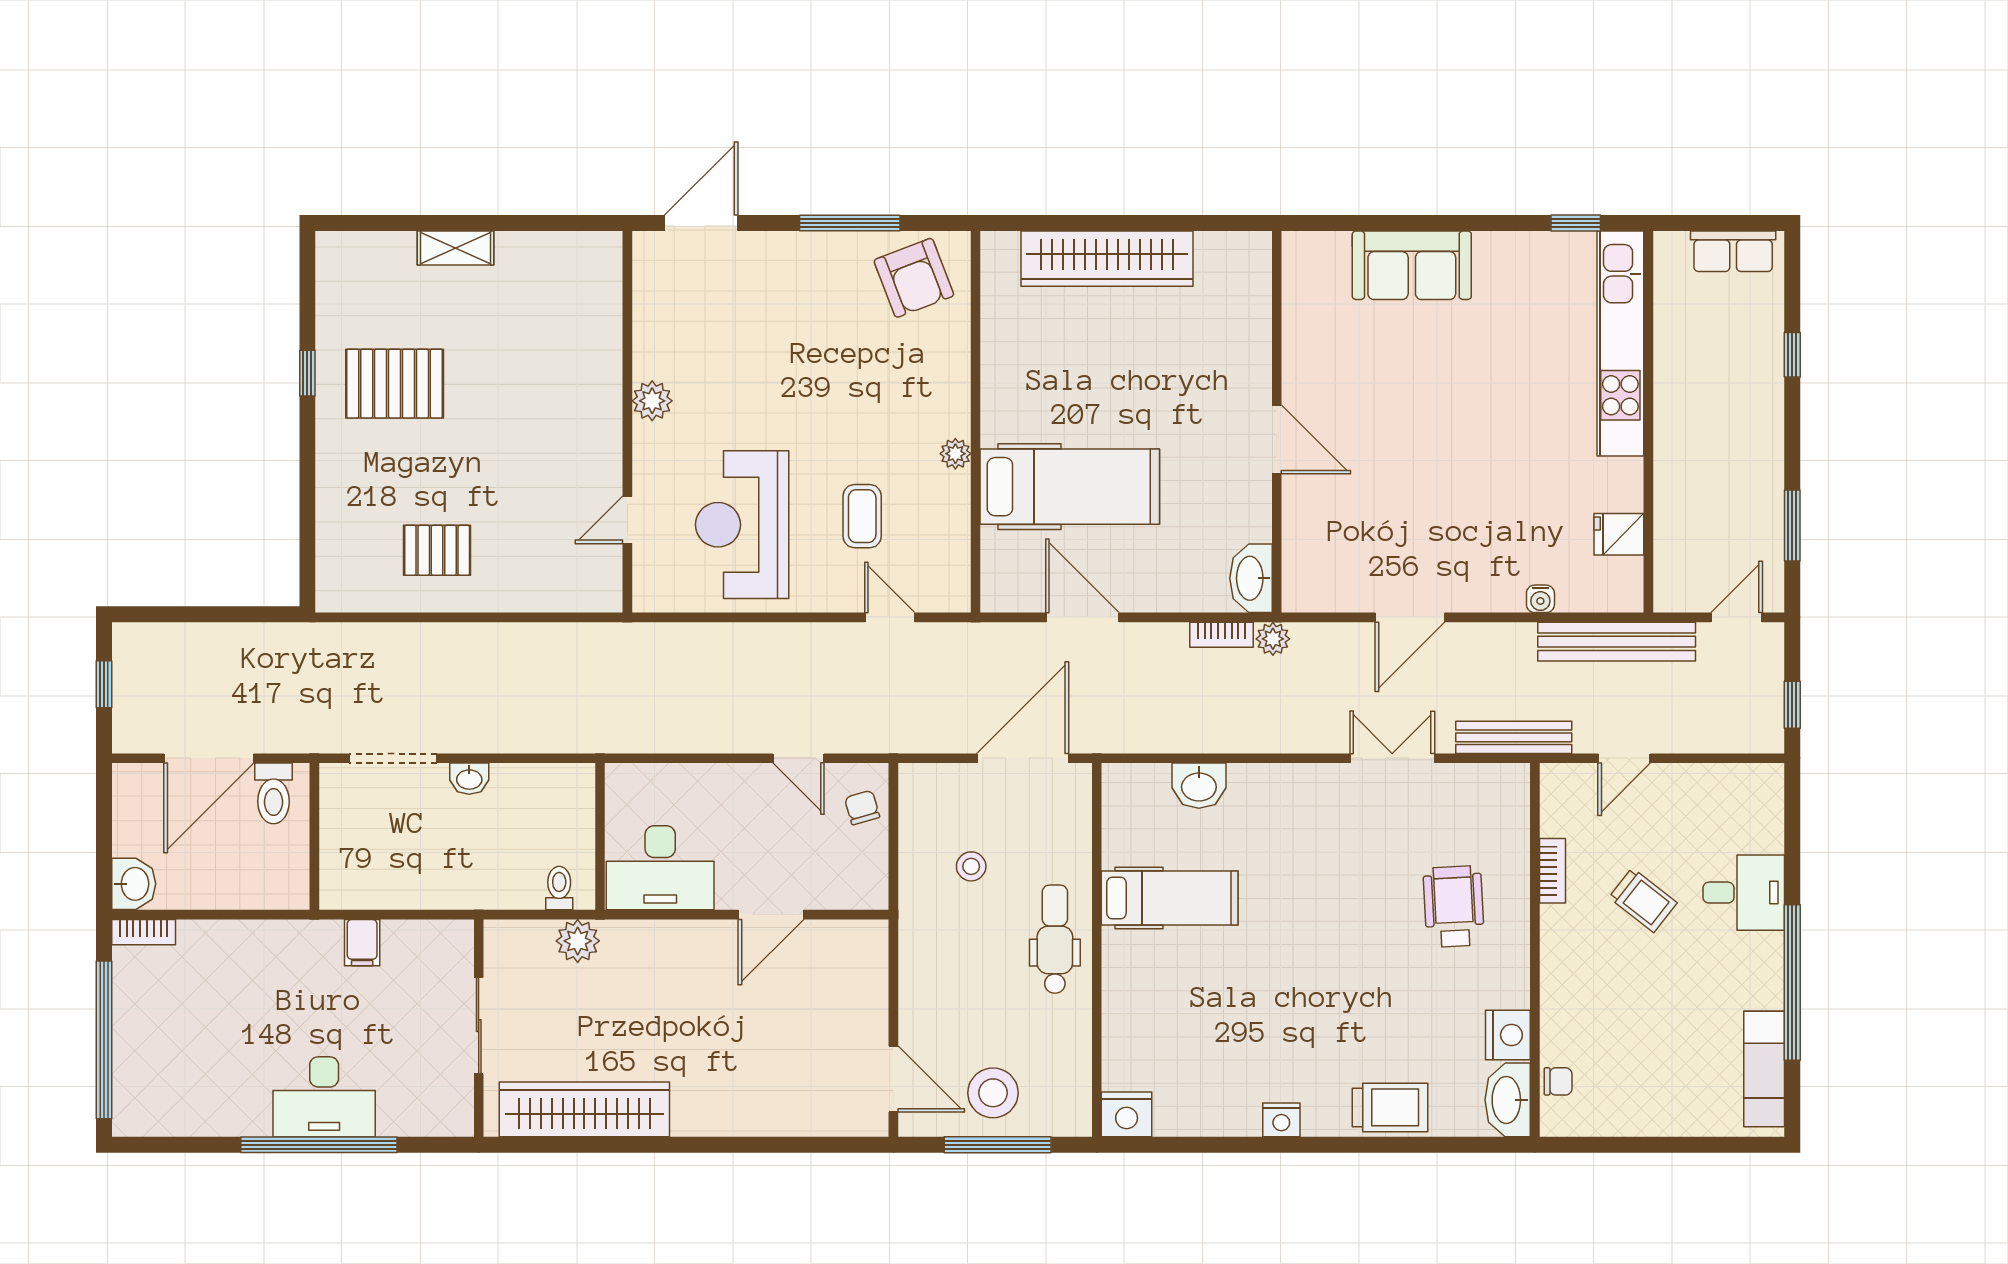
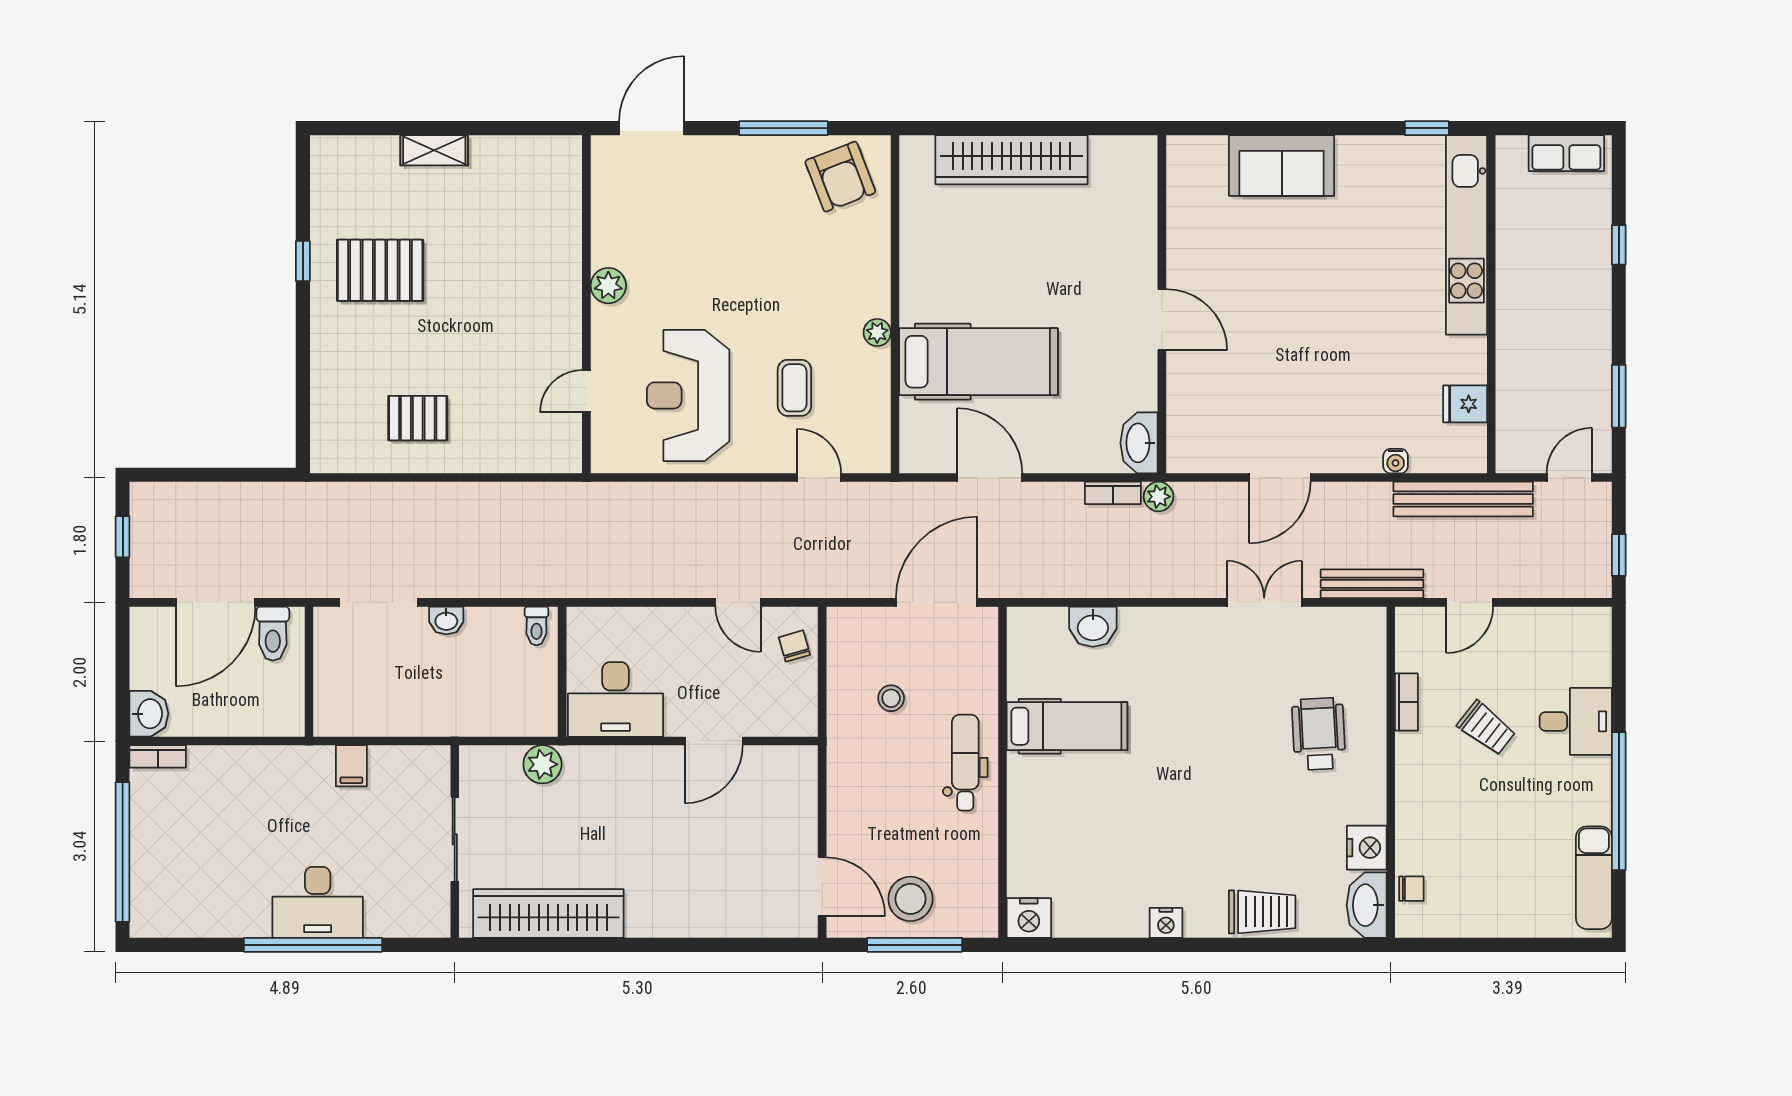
toilet: (559, 888) -> (536, 626), moved, turned 180

